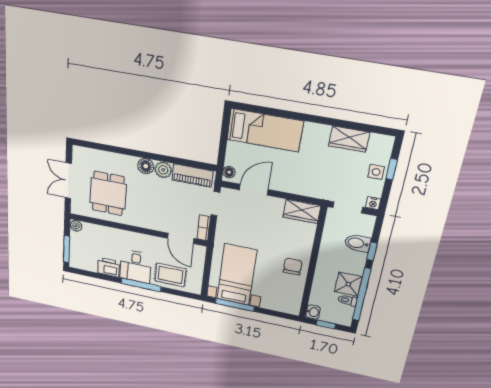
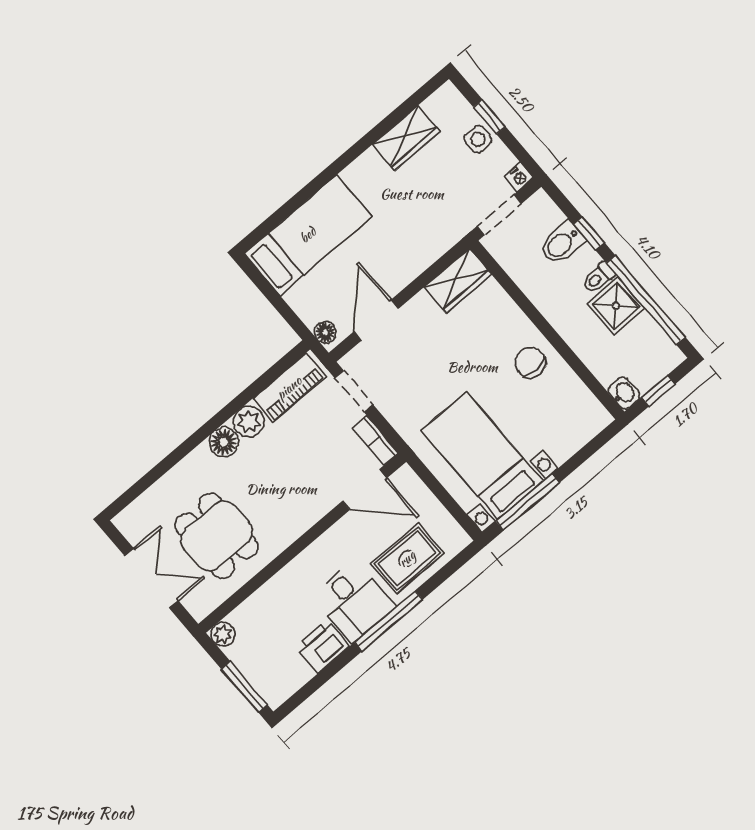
double door: (68, 181) -> (152, 578), swing flipped
toilet: (348, 300) -> (598, 278), moved

